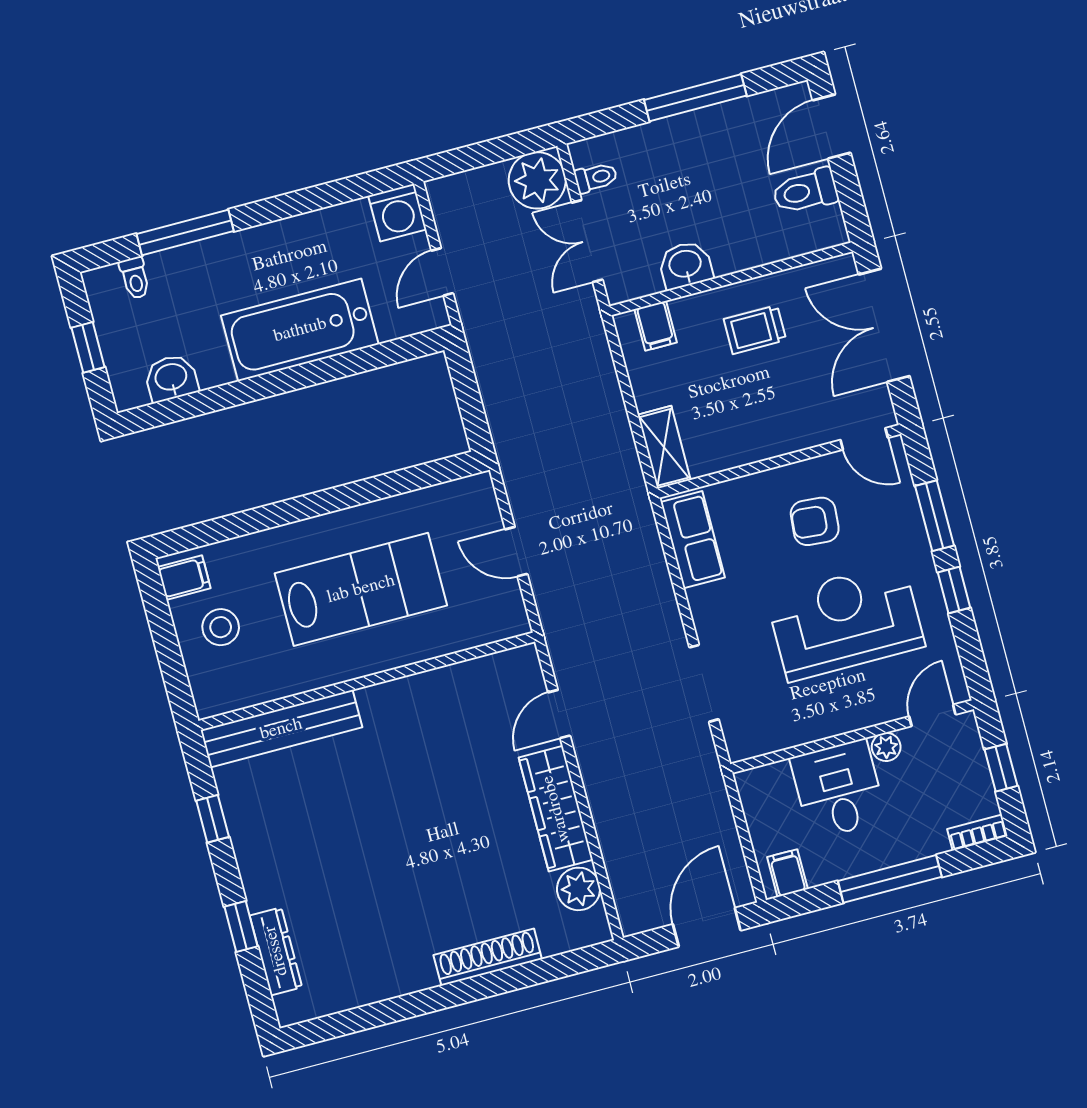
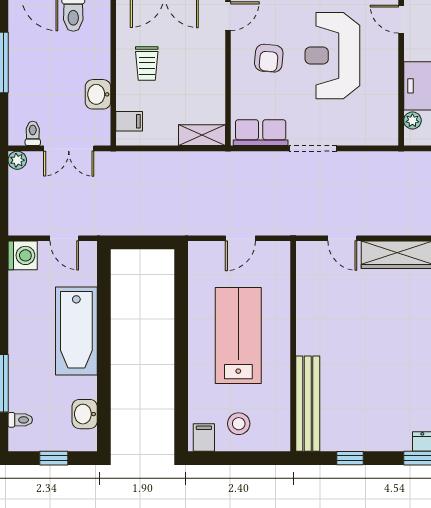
plant: (537, 180) -> (17, 160), width x0.53, depth x0.53
doorway: (704, 683) -> (313, 148), moved
plant: (886, 747) -> (412, 120), moved

